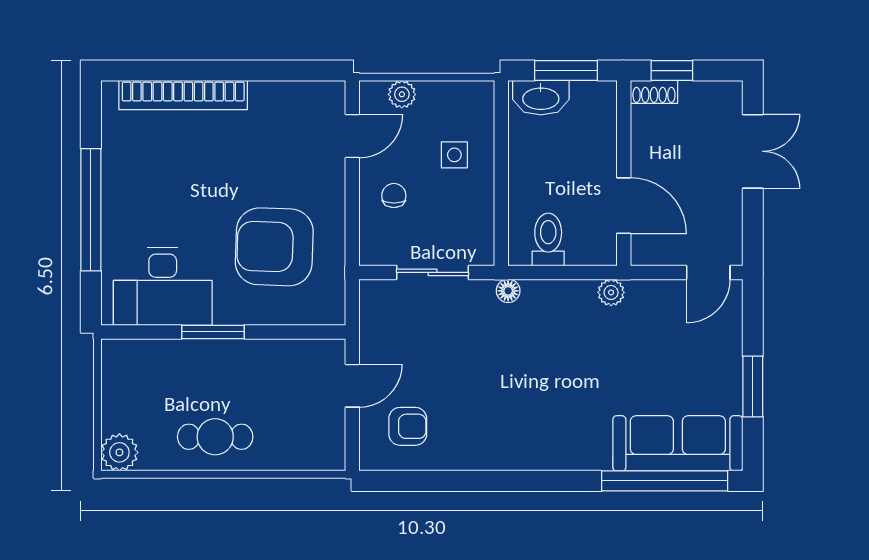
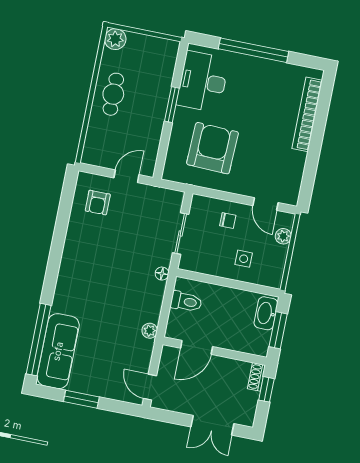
door: (352, 386) -> (126, 176), swing flipped

